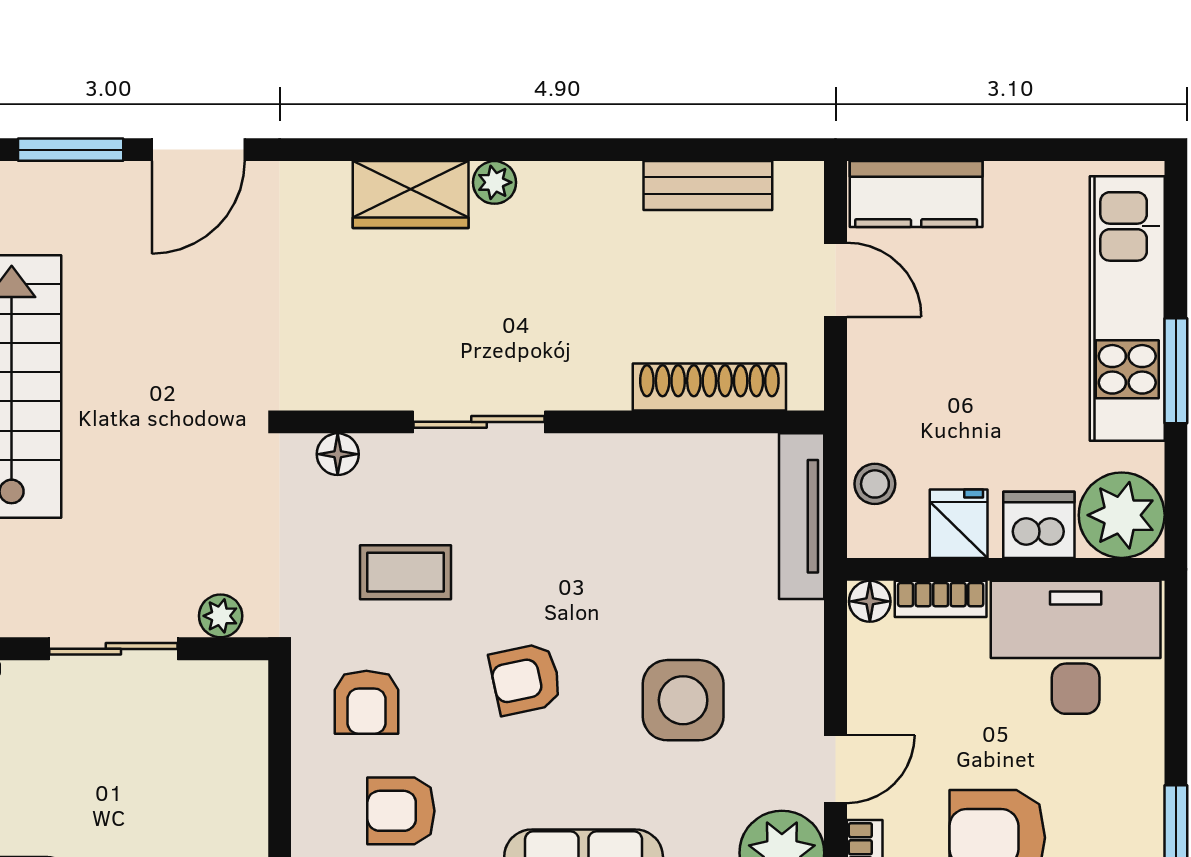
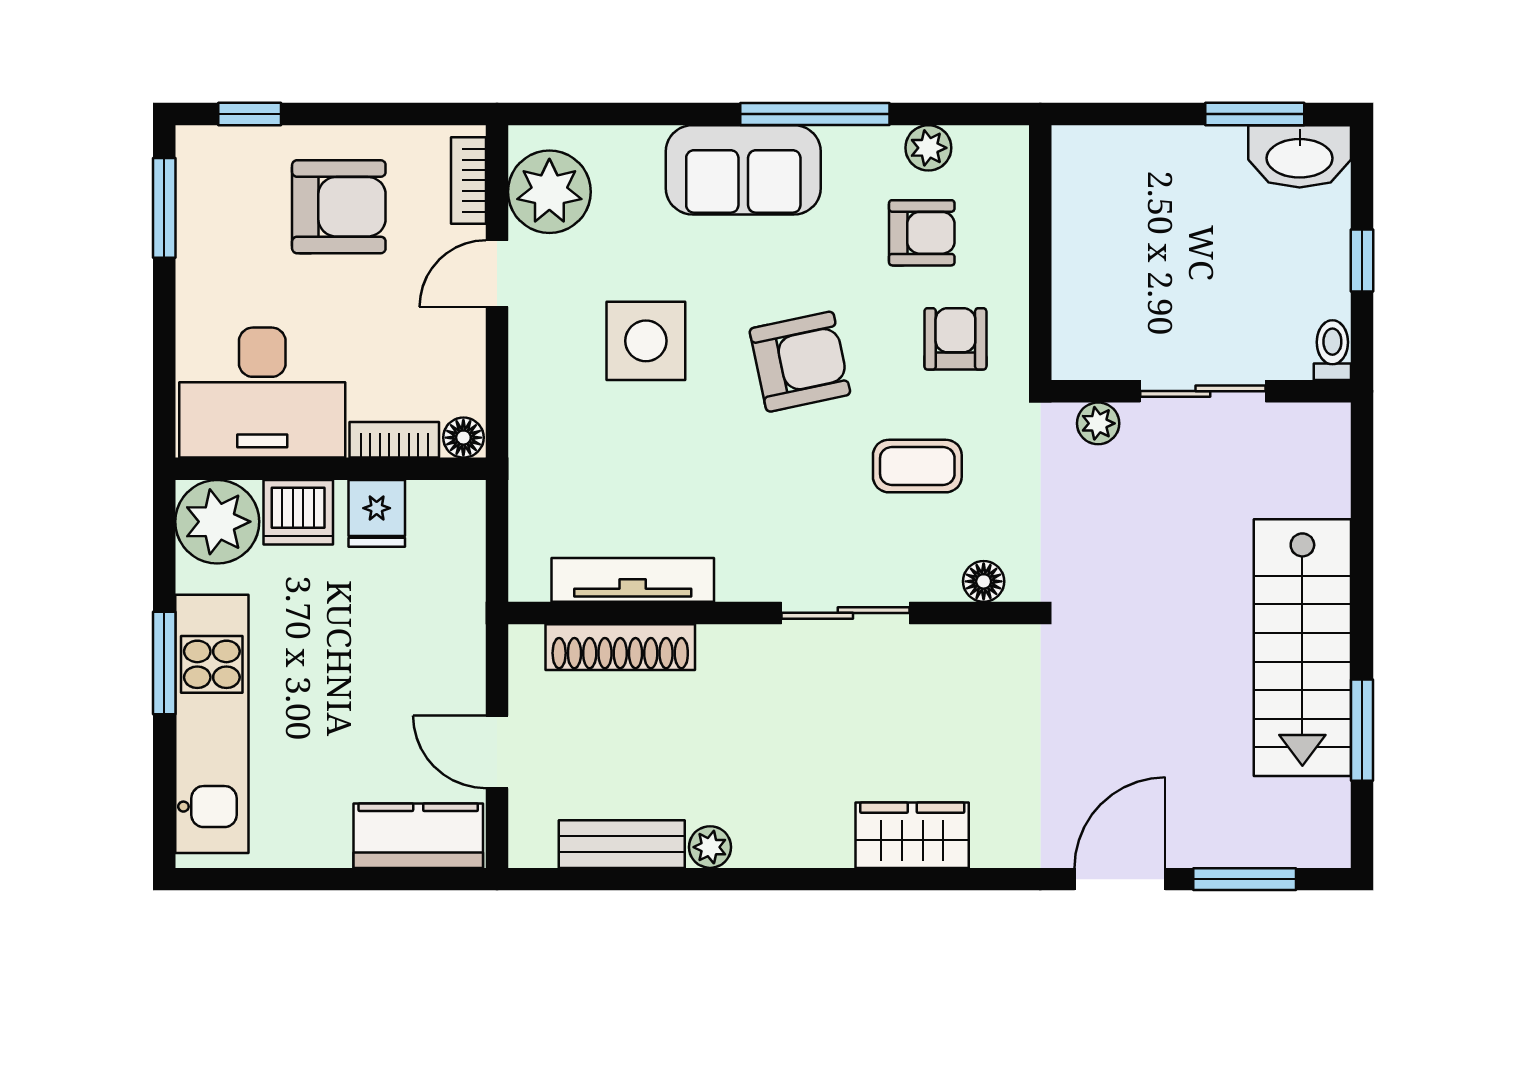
plant: (494, 182) -> (710, 847), moved
stool: (875, 484) -> (458, 552), removed
tv unit: (802, 516) -> (633, 580), moved, turned -90
armchair: (526, 679) -> (800, 362), width x1.38, depth x1.38

